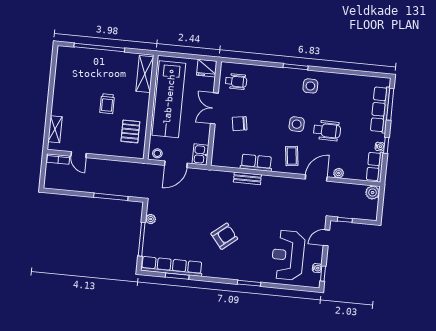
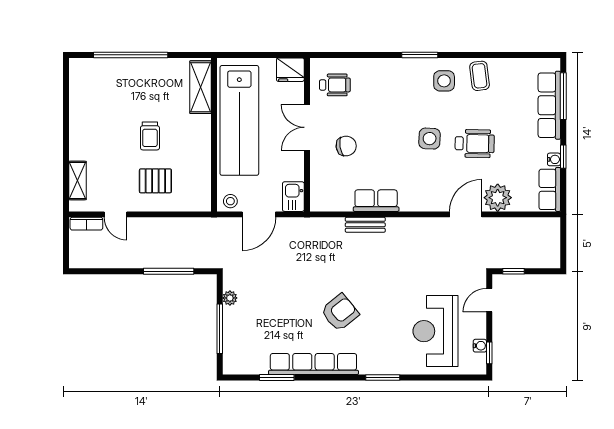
chair: (240, 124) -> (346, 146), turned 180
pallet: (130, 131) -> (155, 181), moved, turned 90
coffee table: (292, 156) -> (480, 76), moved
plant: (339, 173) -> (498, 198), width x1.87, depth x1.87
plant: (373, 193) -> (550, 228), removed
row of seats: (172, 266) -> (313, 364), moved

